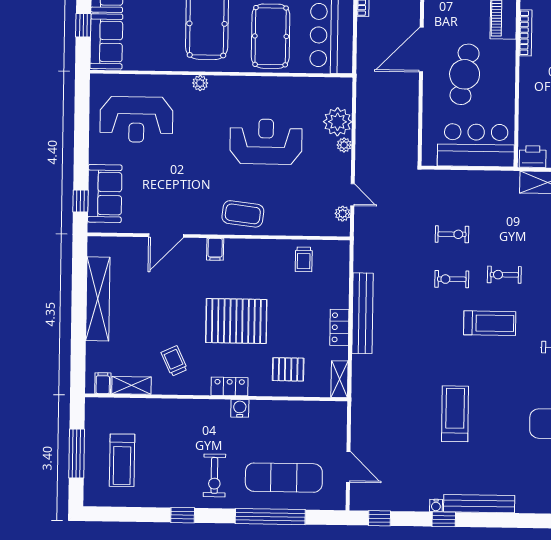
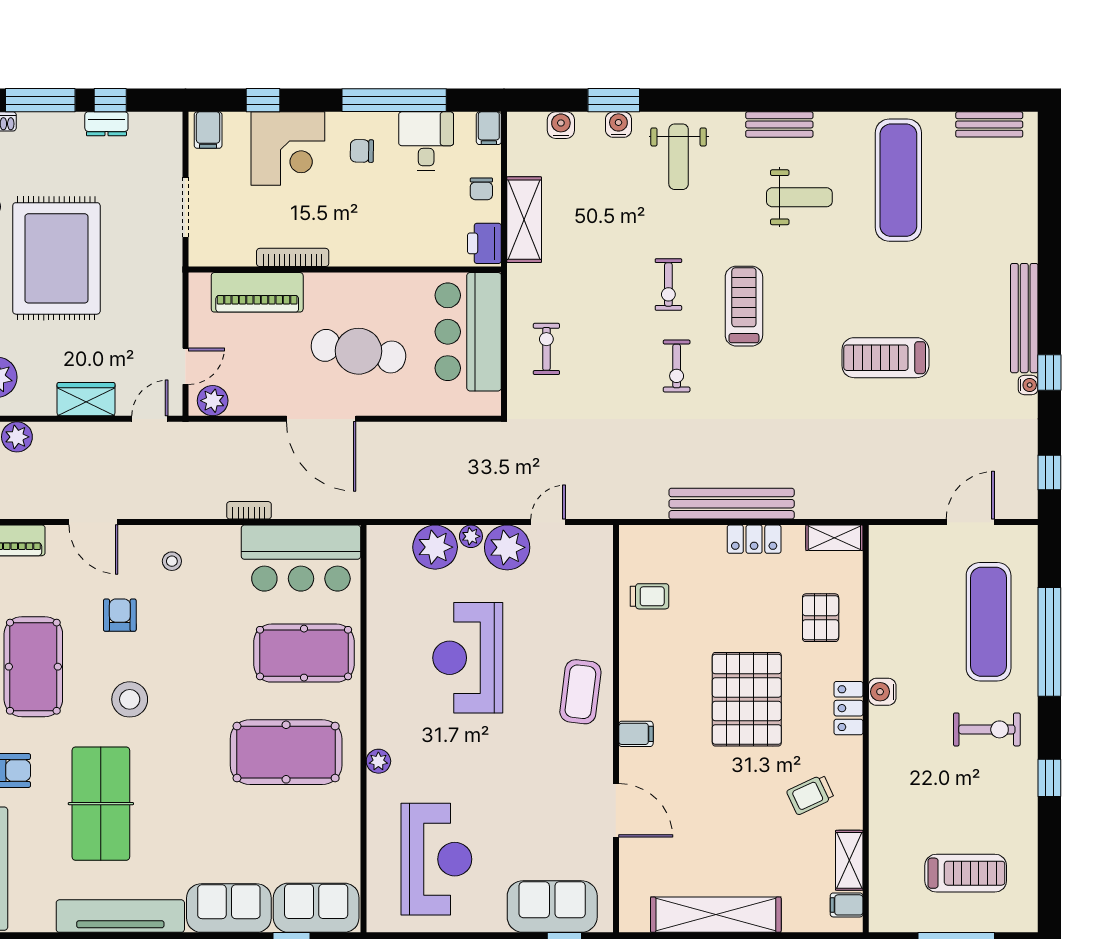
plant: (343, 214) -> (507, 547), moved, width x1.88, depth x1.88
exercise bike: (452, 234) -> (546, 349), moved

